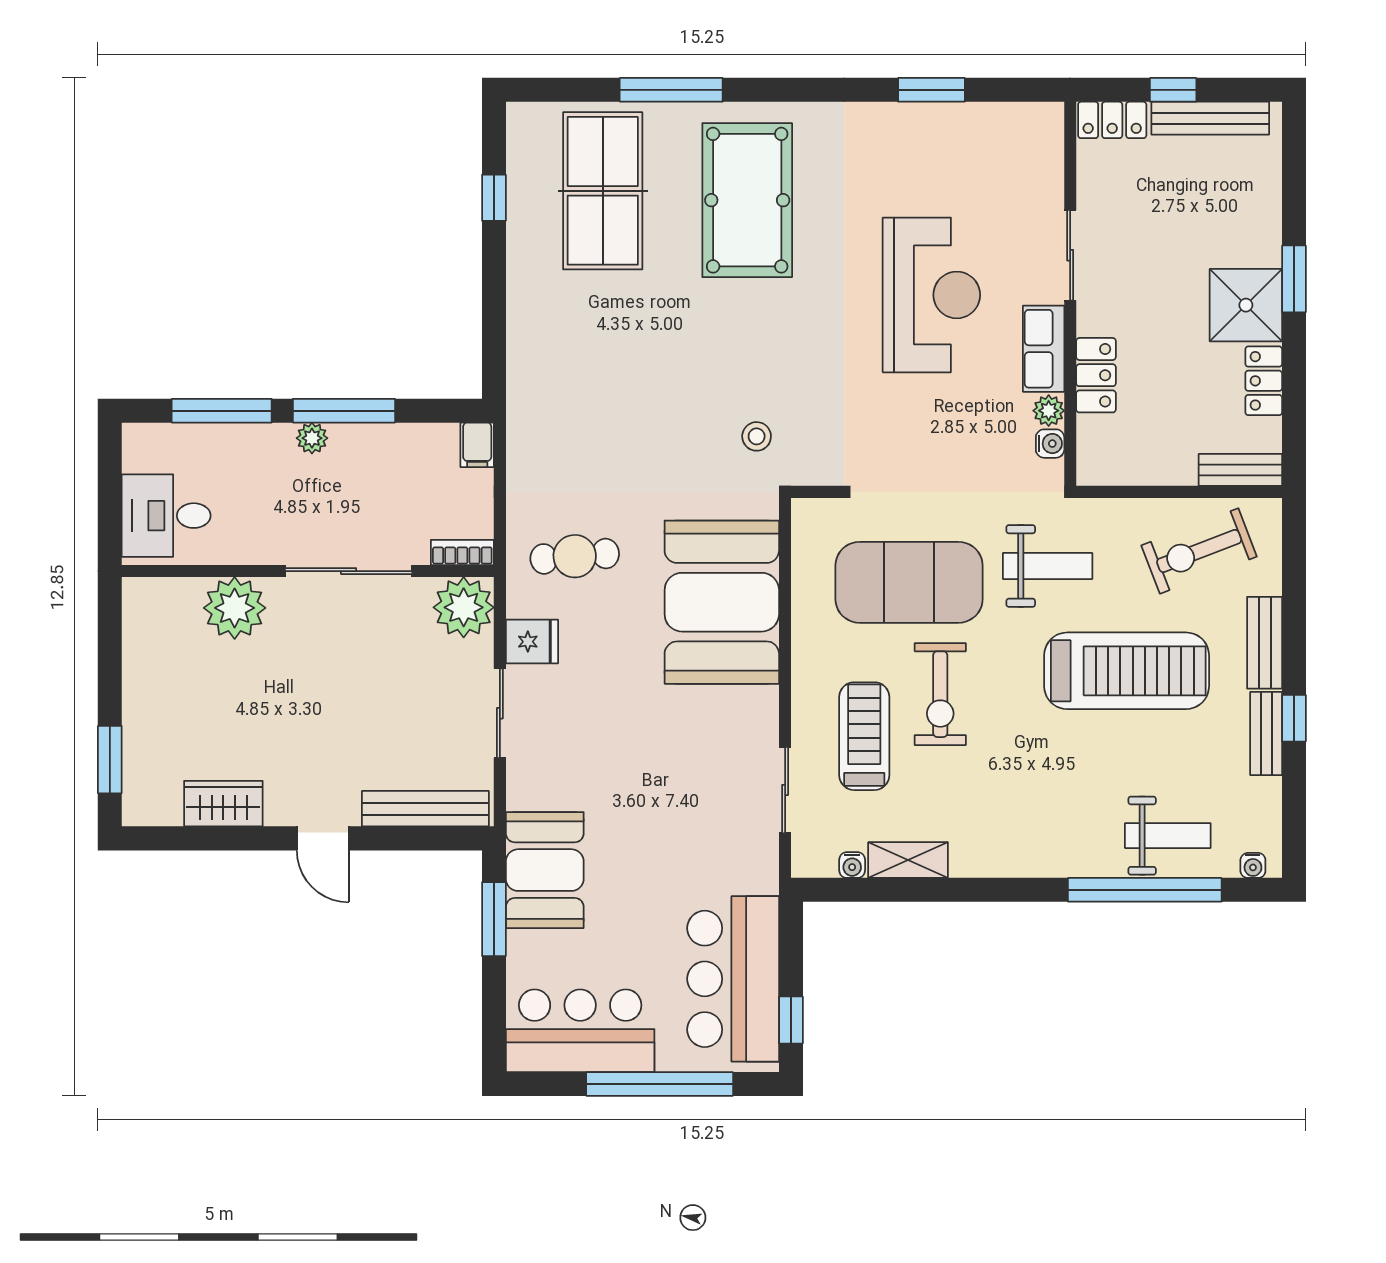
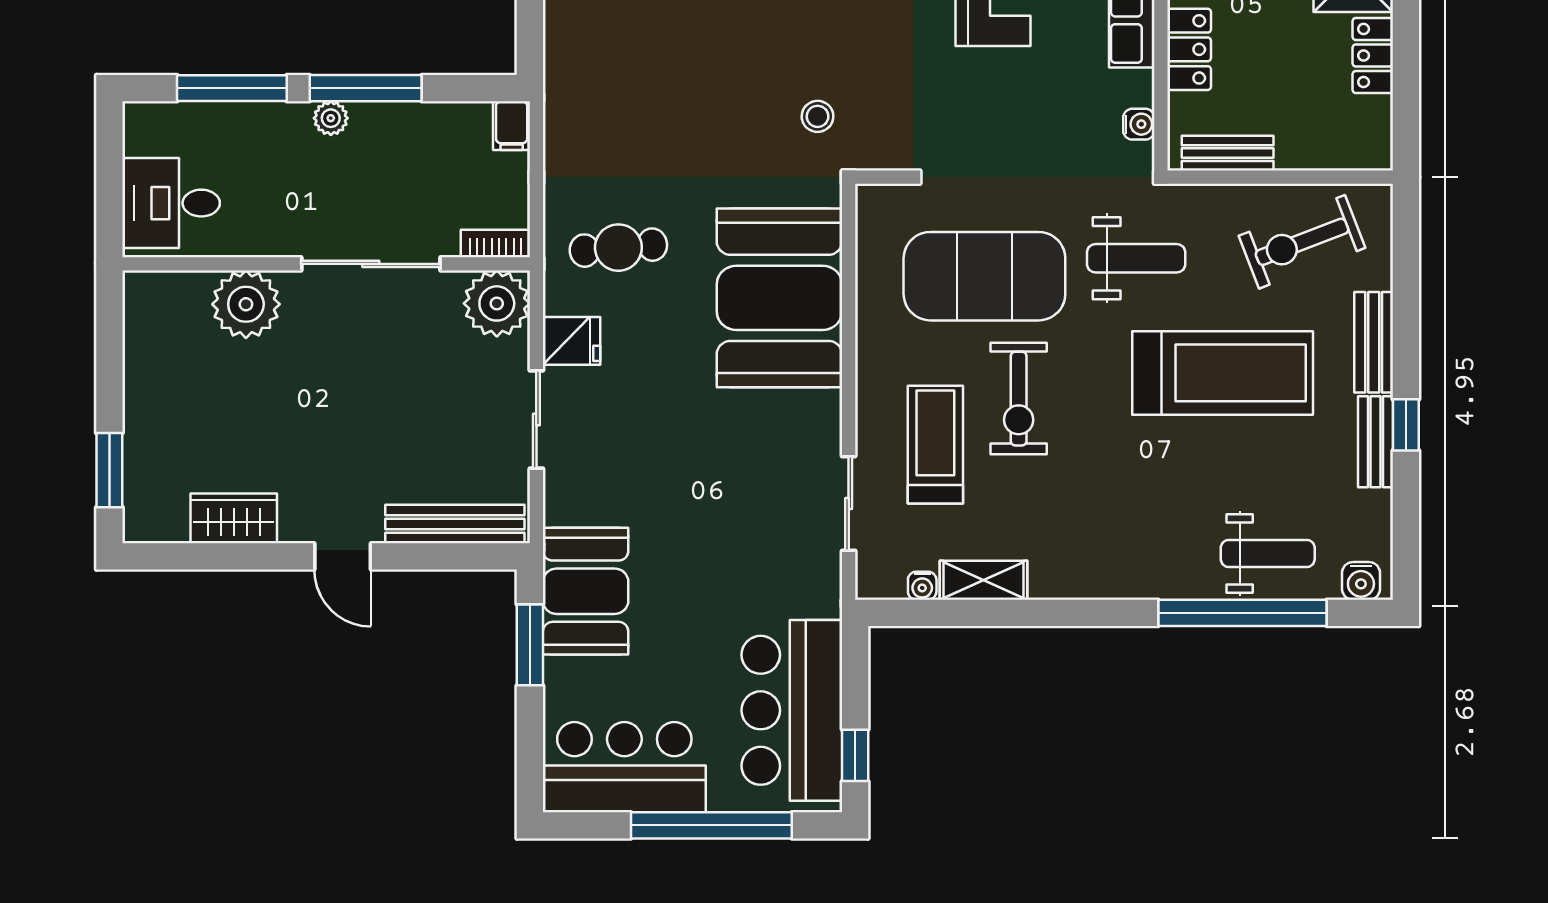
plant: (1049, 411) -> (1137, 88), removed
bench: (1240, 470) -> (1228, 153), moved
water cooler: (1253, 865) -> (1361, 581), width x1.38, depth x1.38

